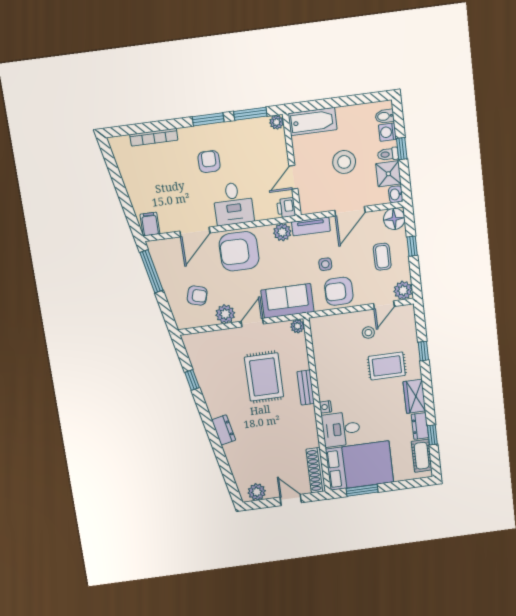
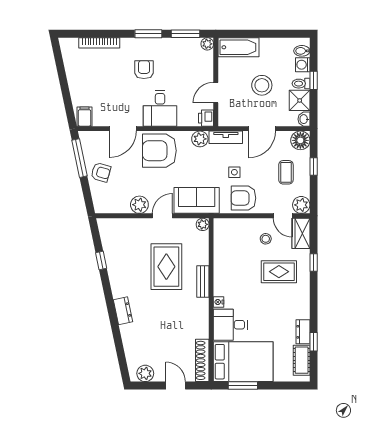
armchair: (197, 296) -> (101, 172), moved
door: (384, 305) -> (283, 216), hinge flipped
wardrobe: (414, 396) -> (301, 233), moved

